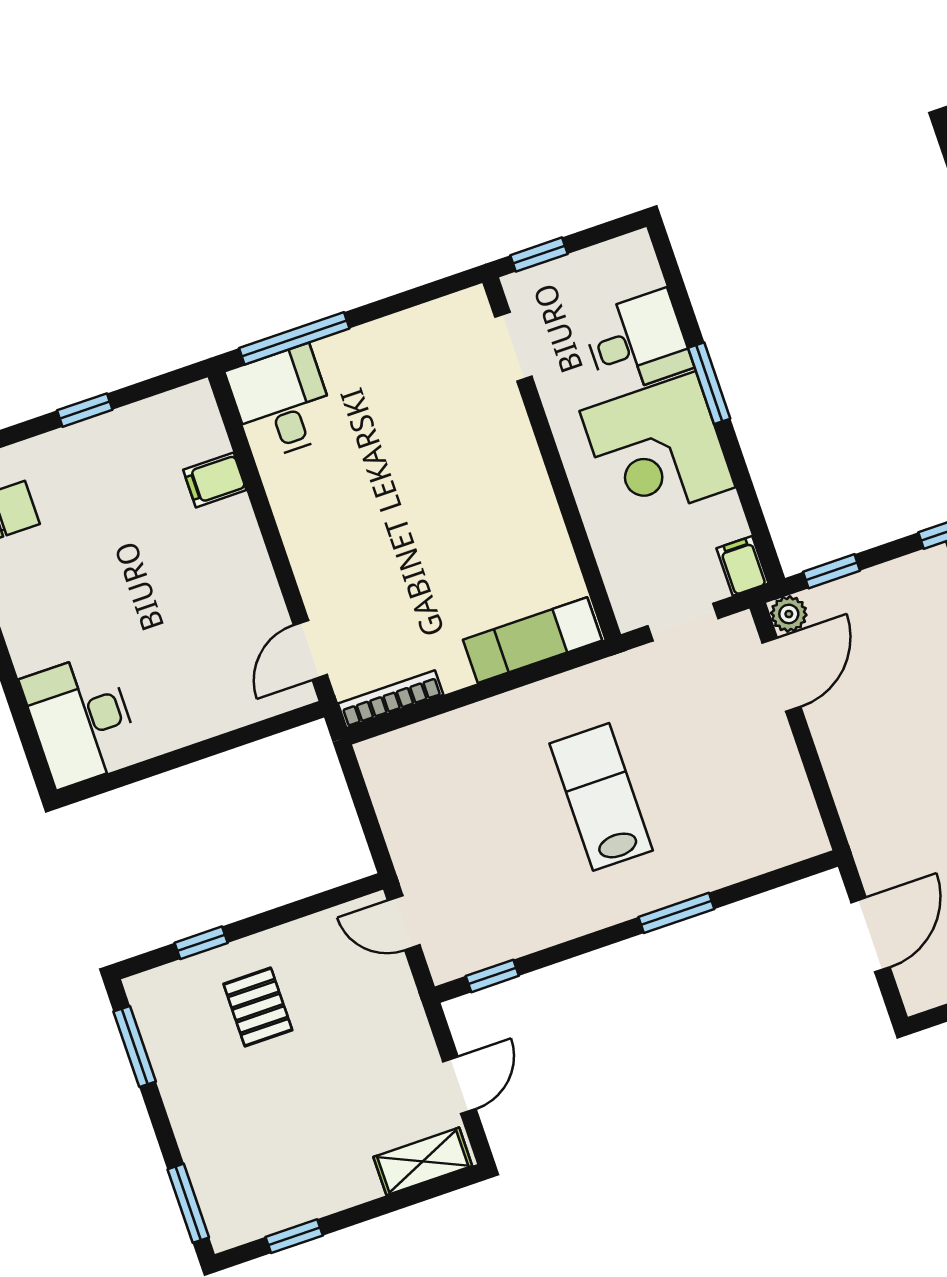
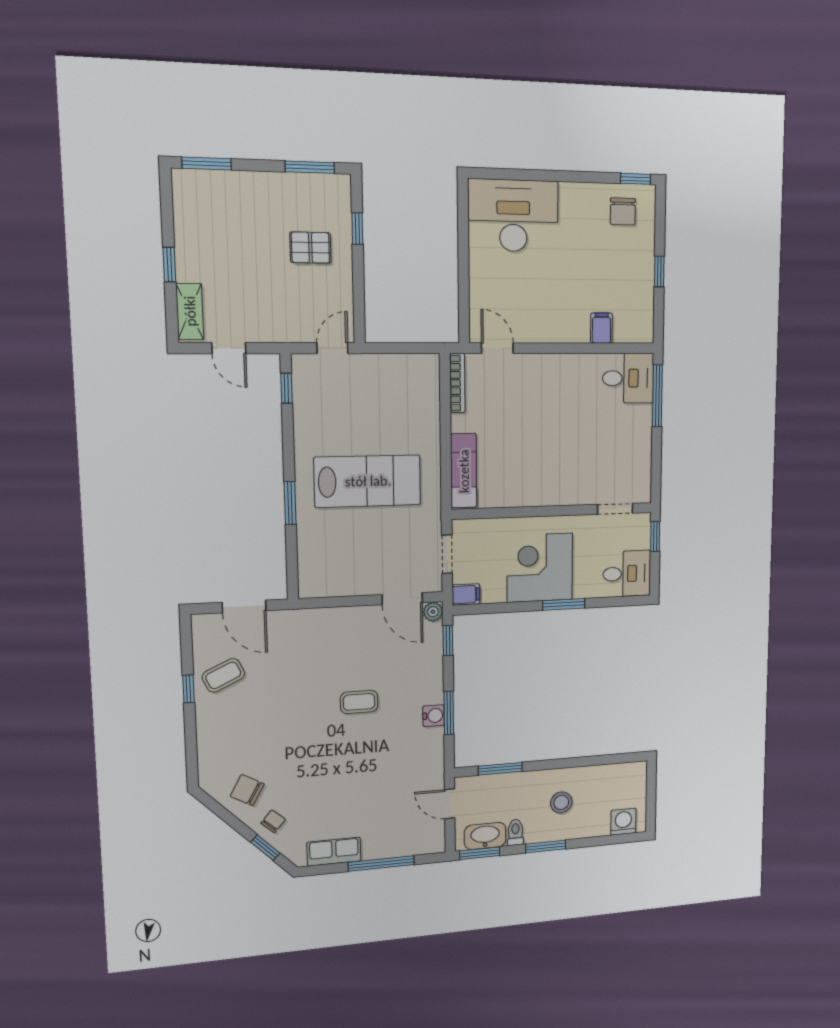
desk: (637, 342) -> (627, 574), moved, turned -90
desk: (81, 720) -> (513, 216), width x1.36, depth x1.30
lab bench: (601, 797) -> (368, 481), width x1.36, depth x1.39
window: (294, 1236) -> (169, 265), moved

